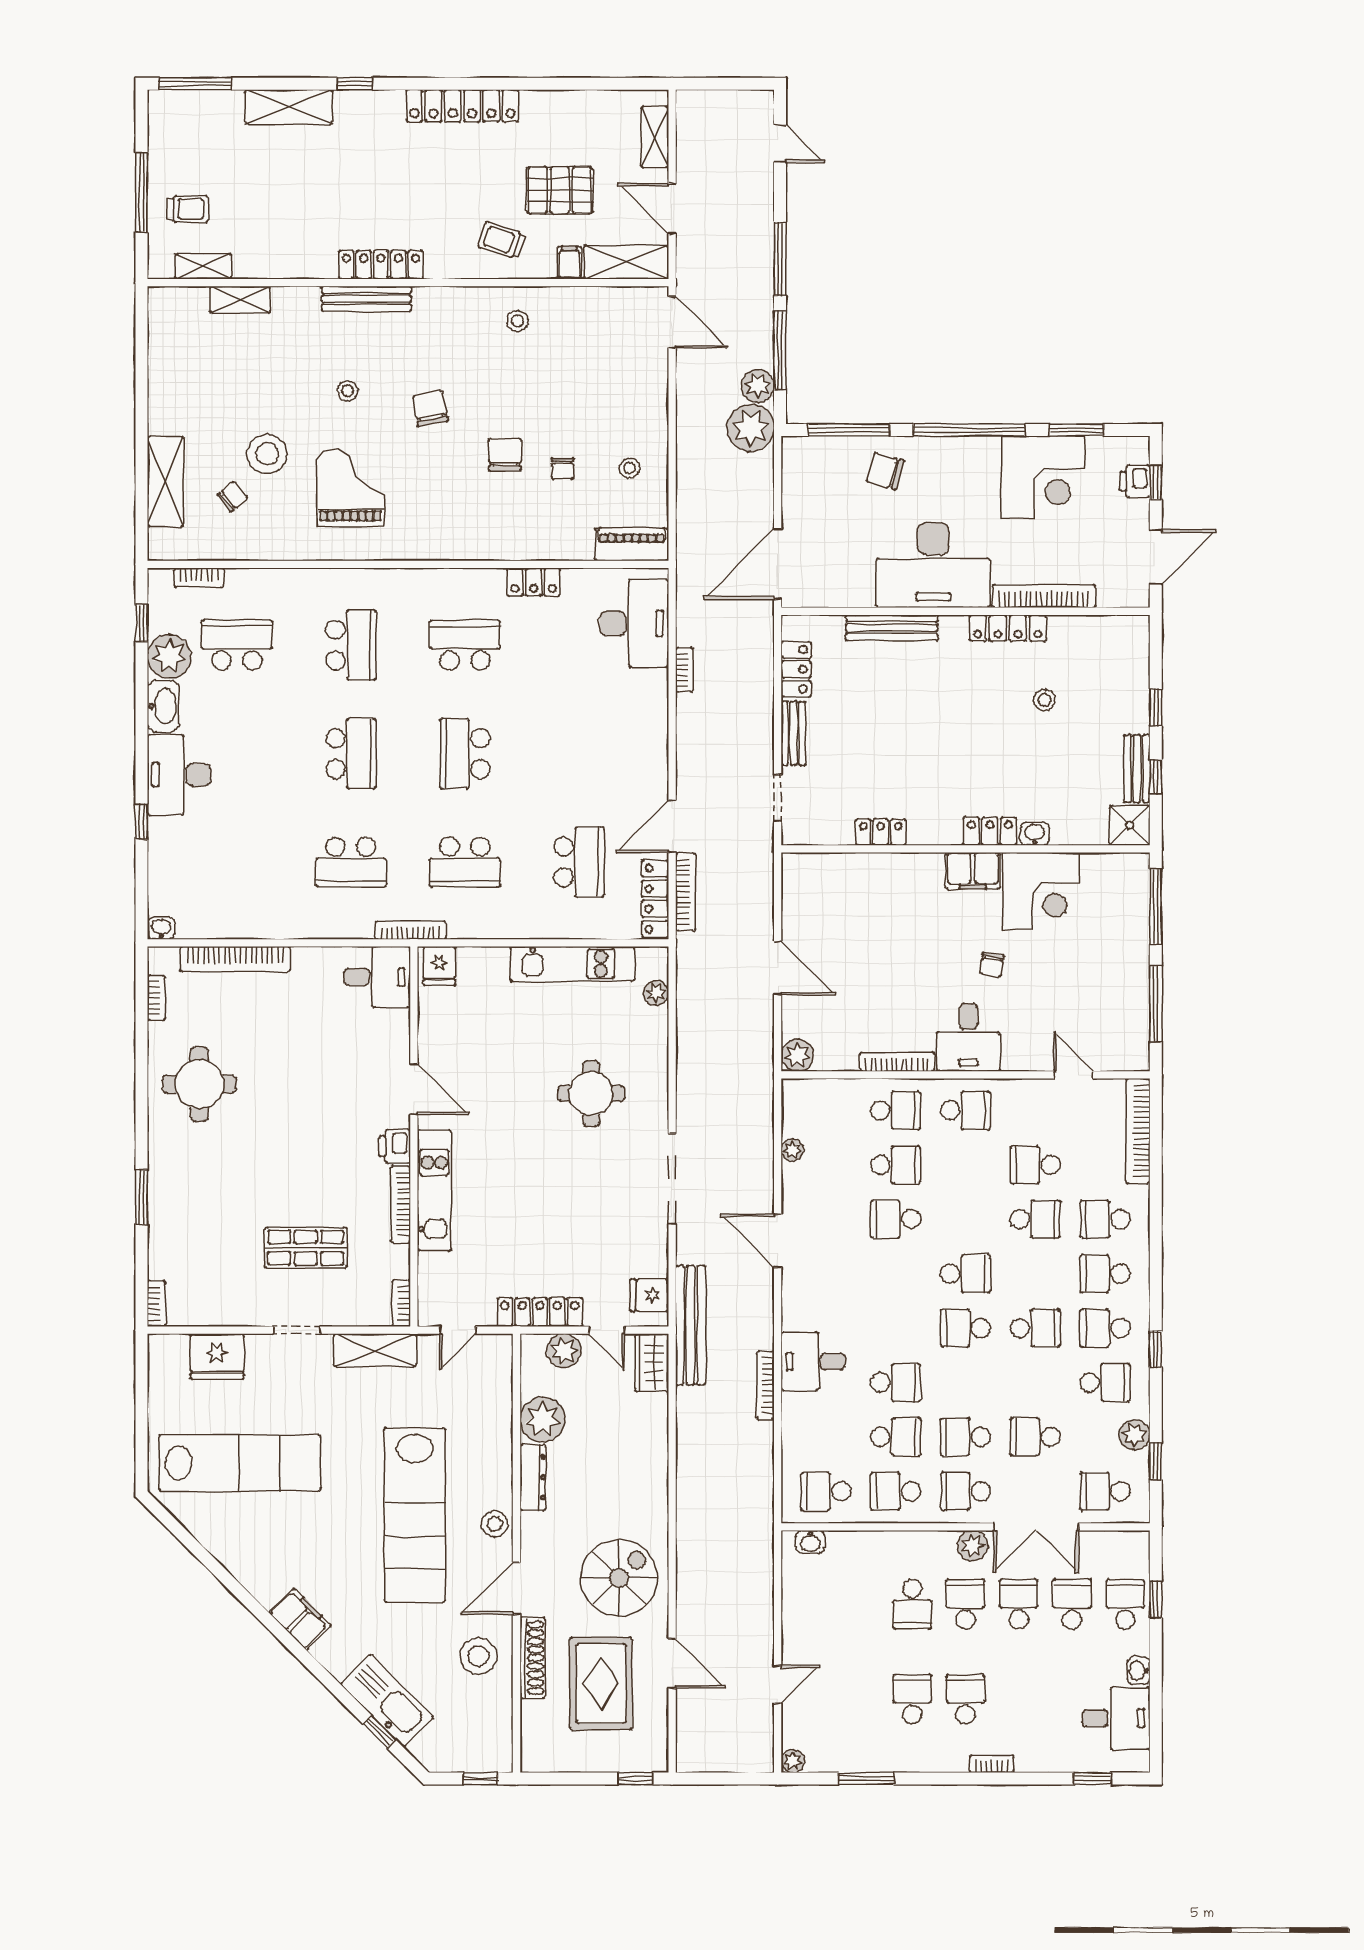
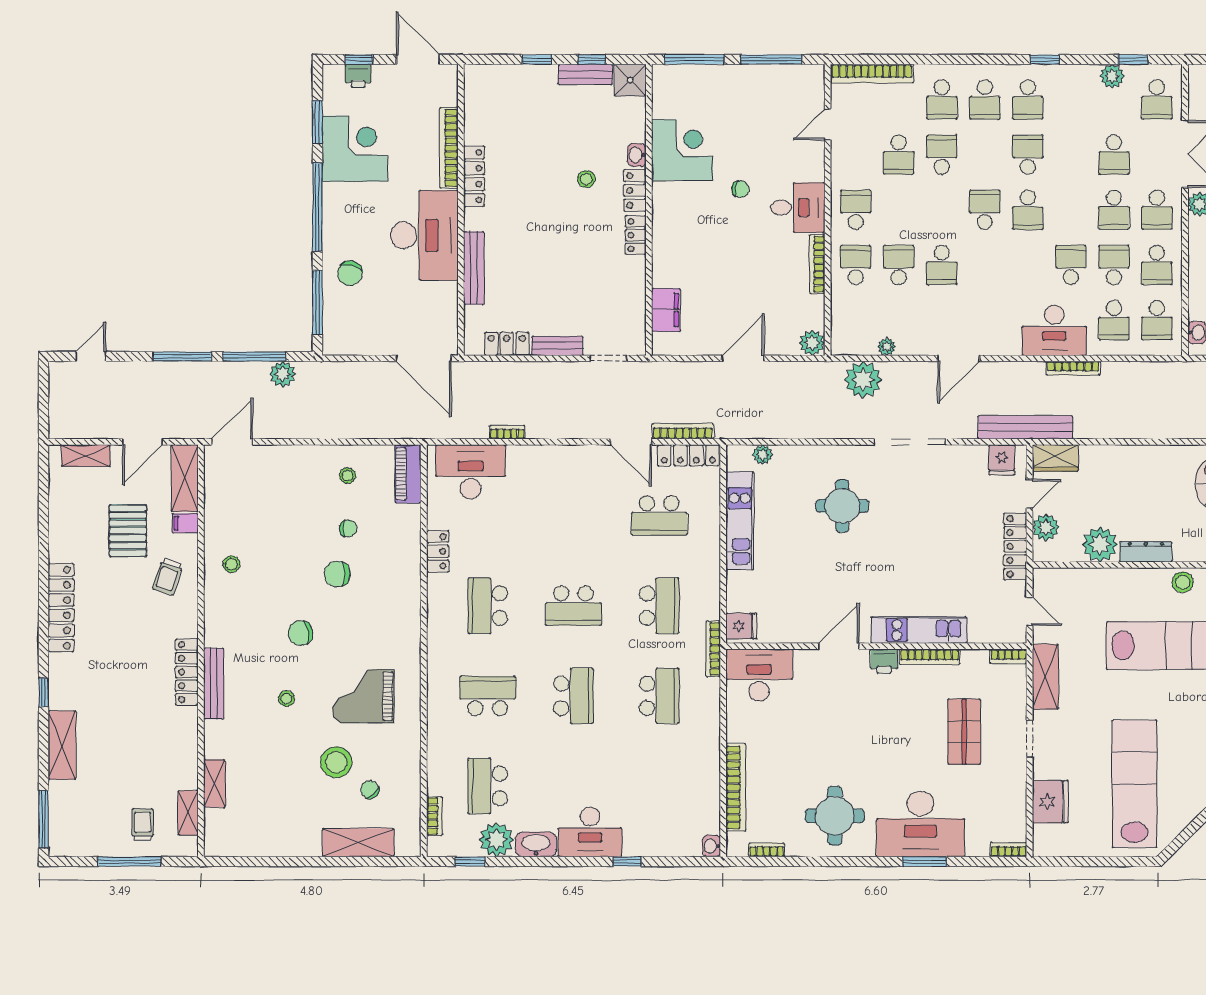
plant: (751, 428) -> (863, 380), moved
stool: (1044, 700) -> (586, 179), moved
school desk: (351, 754) -> (573, 696), turned 90
locker: (881, 832) -> (636, 235), moved
school desk: (579, 862) -> (659, 516), turned 180
filing cabinet: (973, 871) -> (666, 310), moved
desk: (377, 977) -> (759, 675), width x1.37
desk: (189, 1192) -> (920, 824), added
desk: (813, 1362) -> (1054, 330), width x1.37
school desk: (1105, 1382) -> (1114, 320), moved, turned 180

